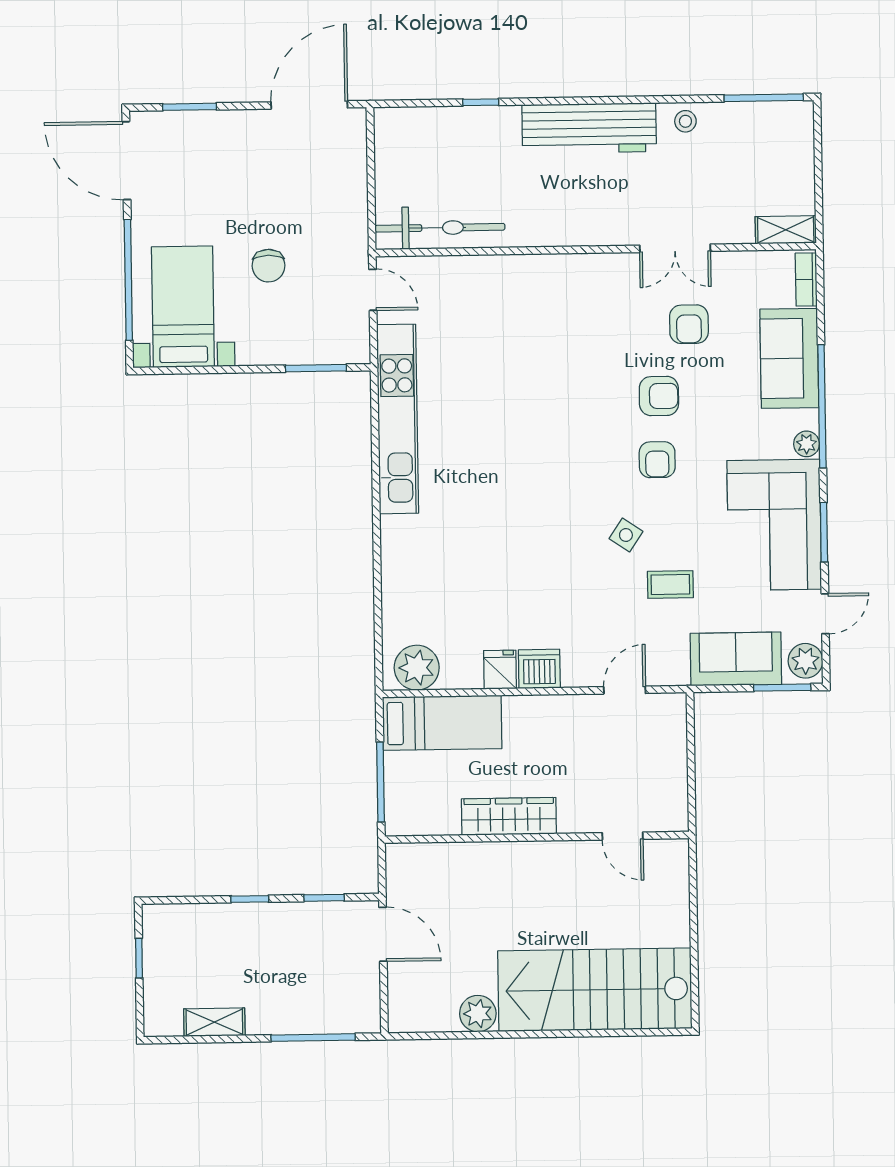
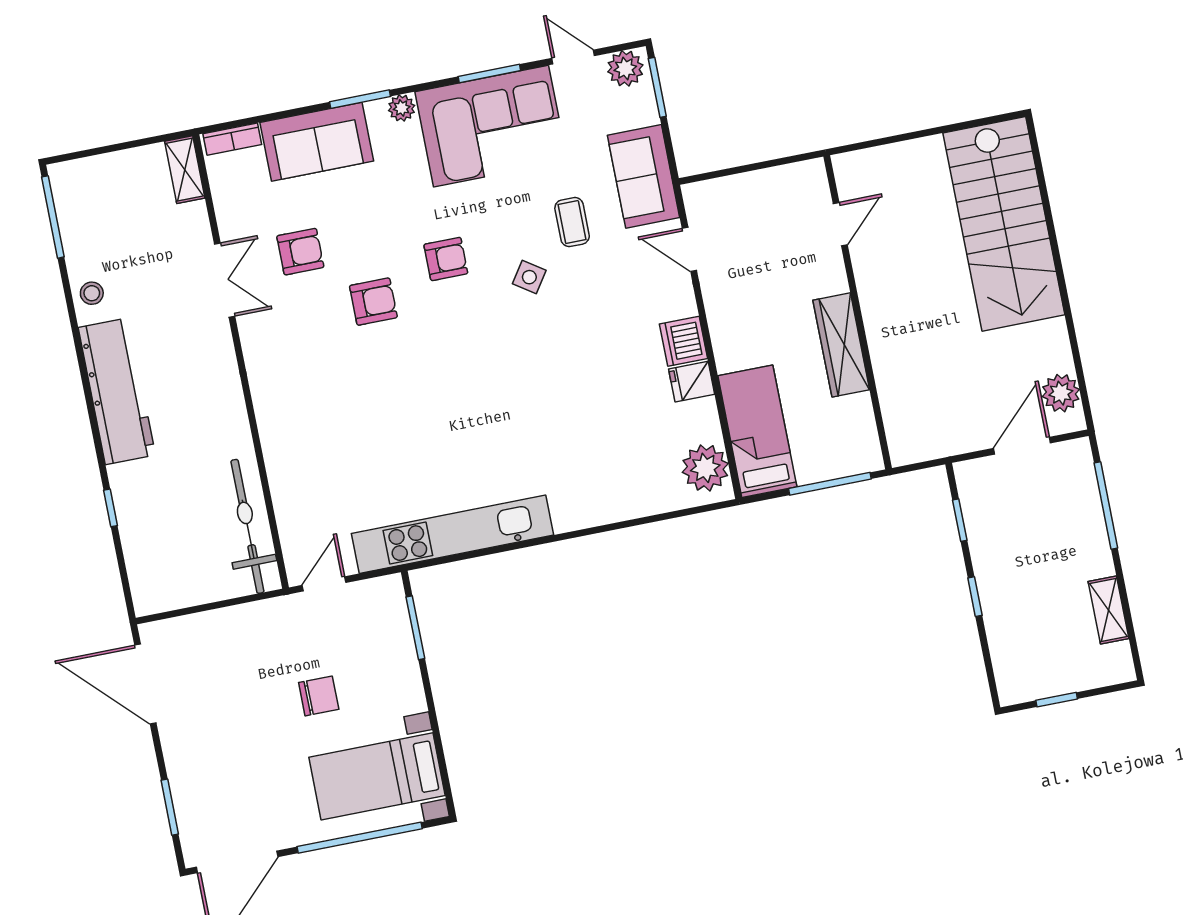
armchair: (659, 396) -> (373, 302), moved, turned 90
window: (822, 406) -> (360, 99), width x0.47
sofa: (736, 659) -> (644, 176), moved
door: (383, 934) -> (1022, 446), moved
plant: (478, 1014) -> (1061, 393), moved

